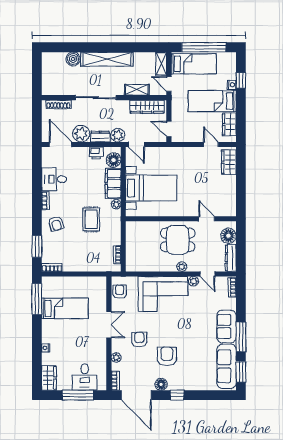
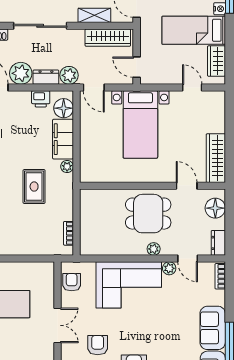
wardrobe: (229, 162) -> (216, 158), moved, width x1.50
bed with nightstands: (151, 188) -> (140, 124), moved, turned 90
dresser: (231, 258) -> (218, 243), width x0.70

